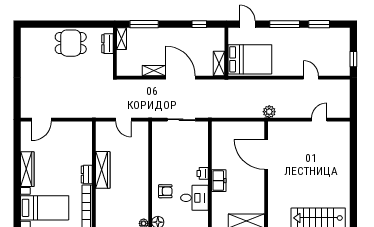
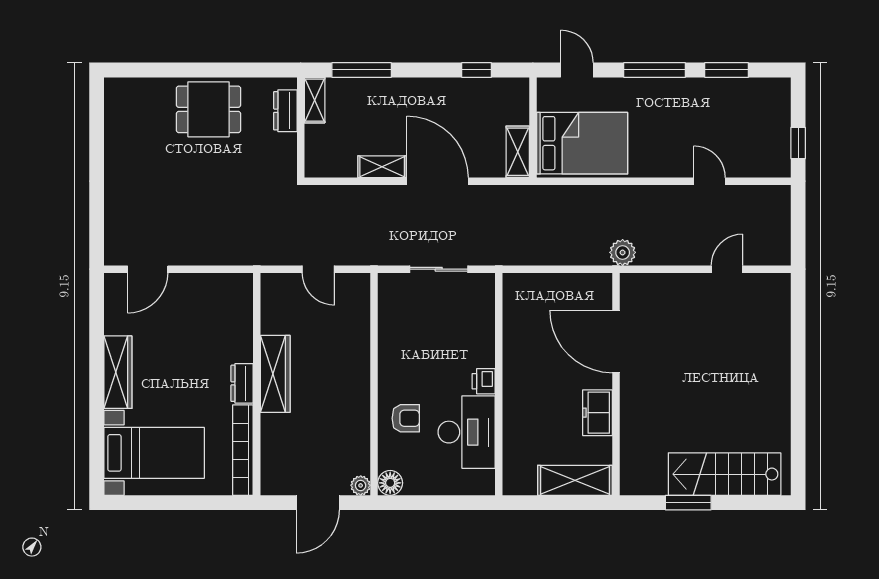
freezer: (219, 181) -> (598, 413), moved, turned 180
desk: (194, 198) -> (467, 432), width x1.37

